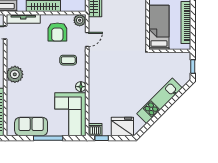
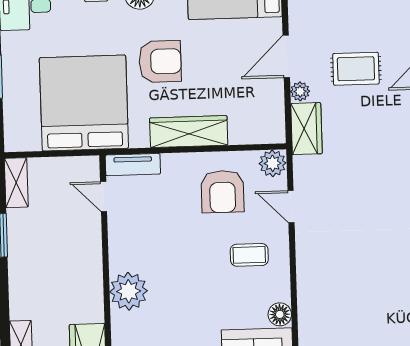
tv unit: (23, 19) -> (133, 165), width x0.71
door: (87, 40) -> (291, 207), swing flipped

